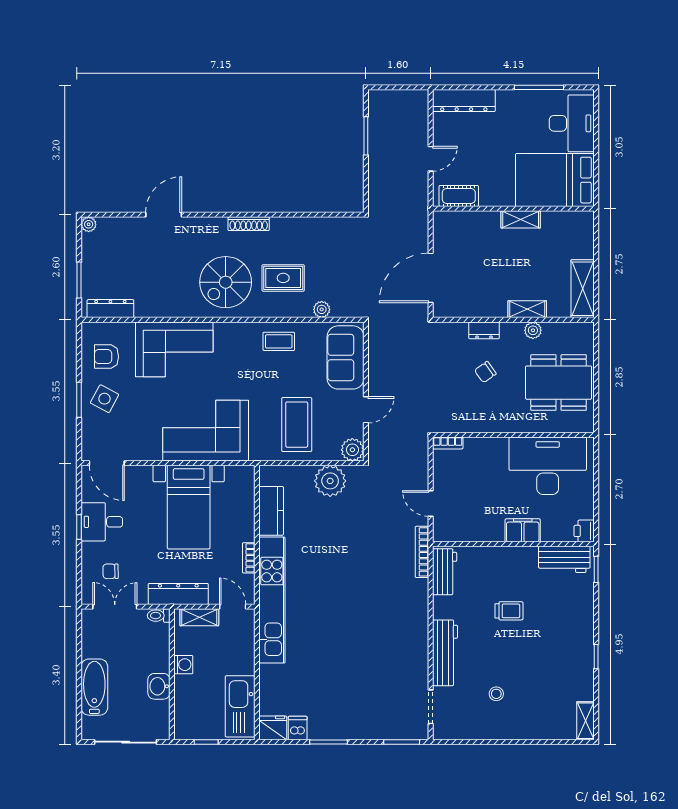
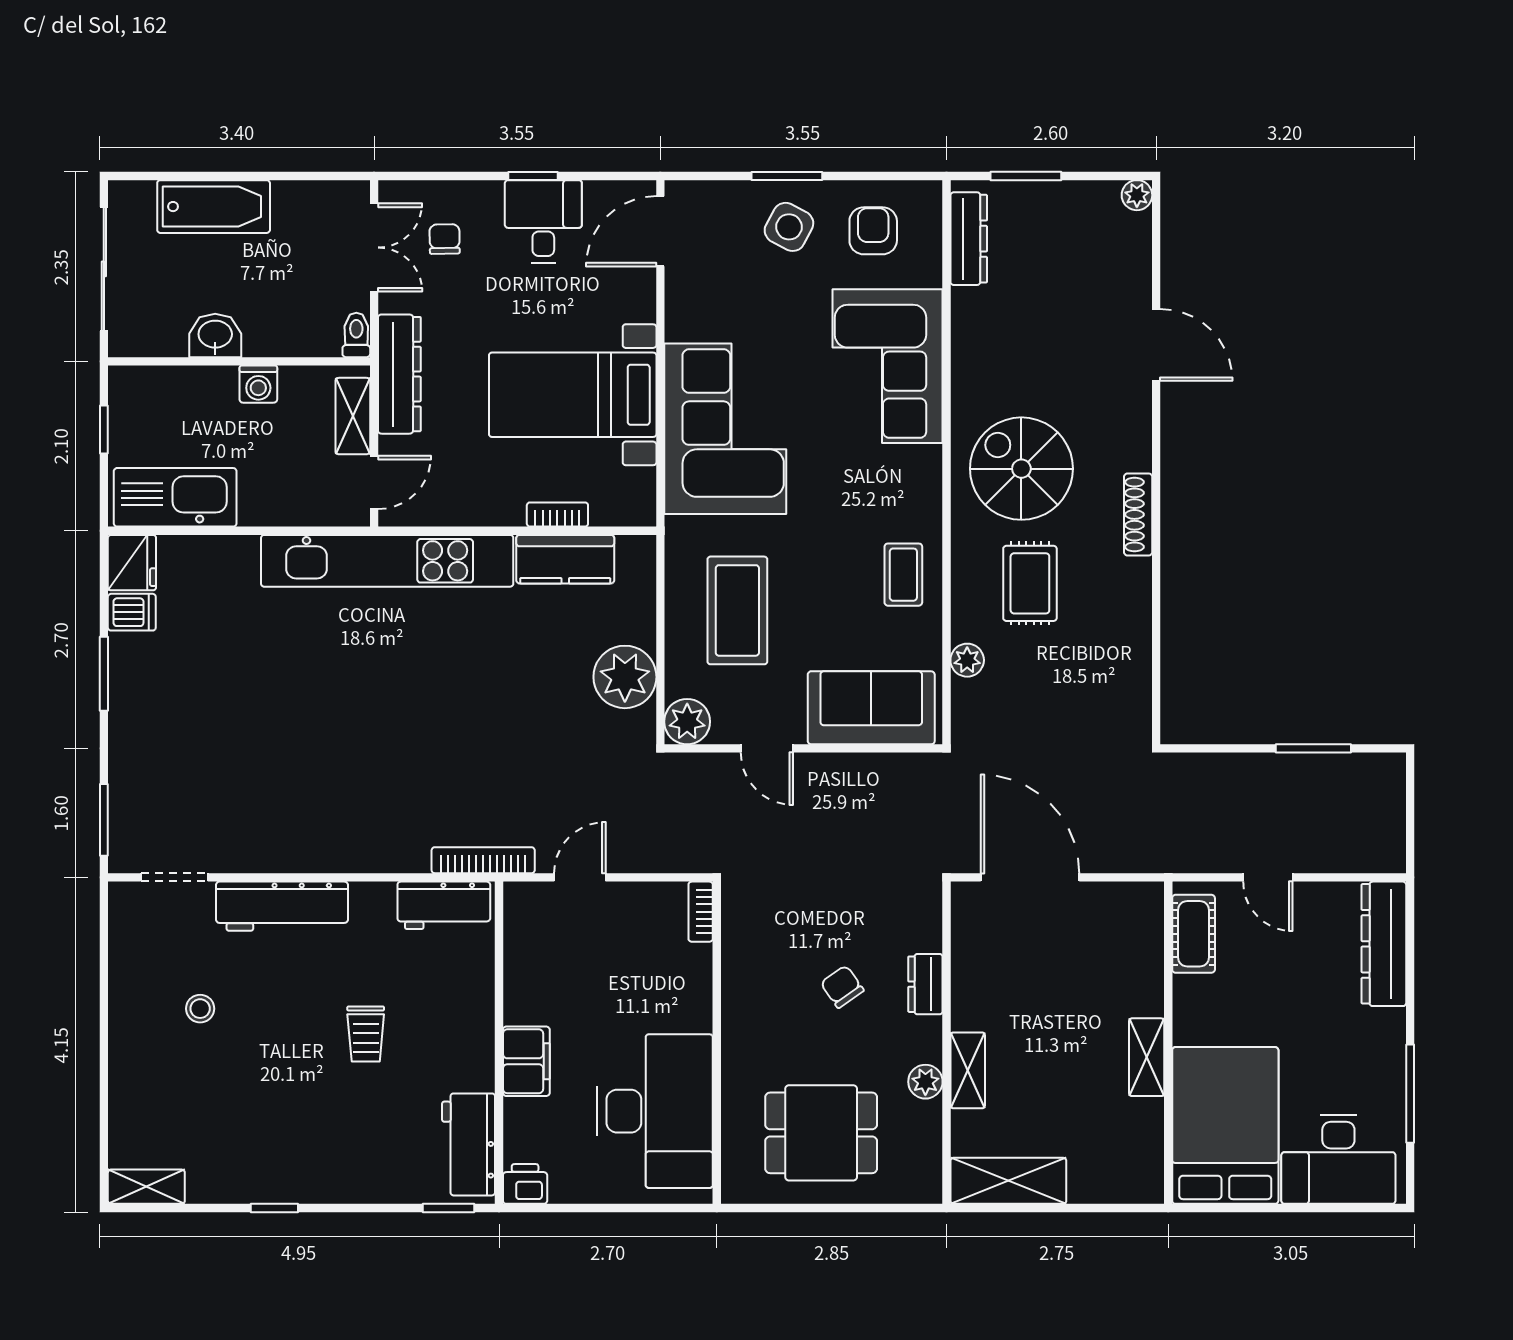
dining table: (559, 383) -> (821, 1133), width x0.73
coffee table: (297, 425) -> (737, 610), turned 90
bookcase: (249, 558) -> (557, 514), moved

